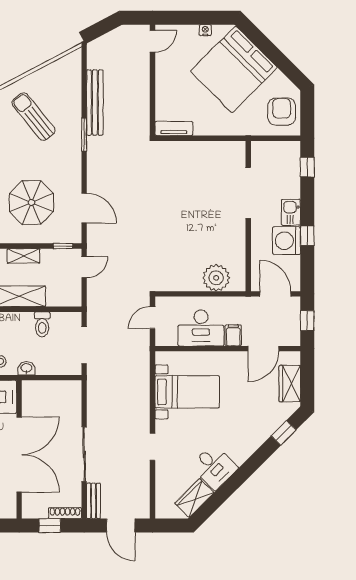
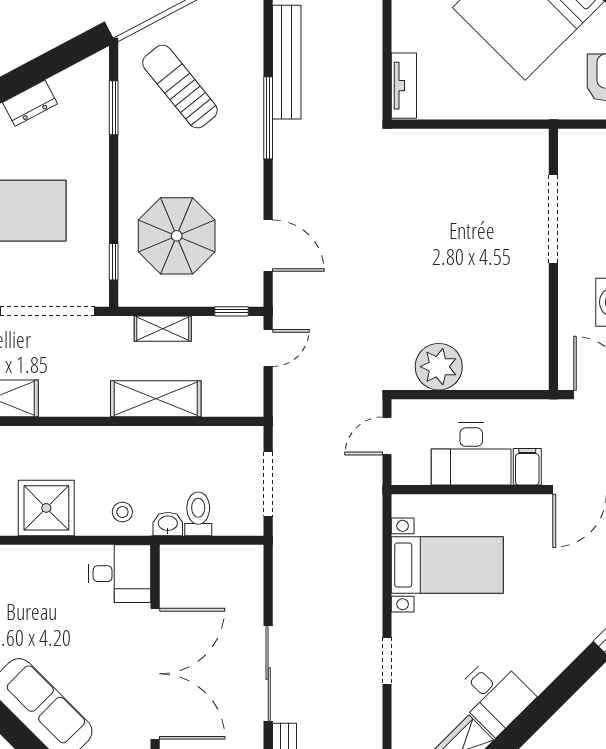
tv unit: (174, 129) -> (404, 86), moved, turned 90
window: (84, 135) -> (268, 118), width x1.44
plant: (216, 278) -> (439, 367), moved
toilet: (42, 324) -> (198, 514), moved, turned 180

